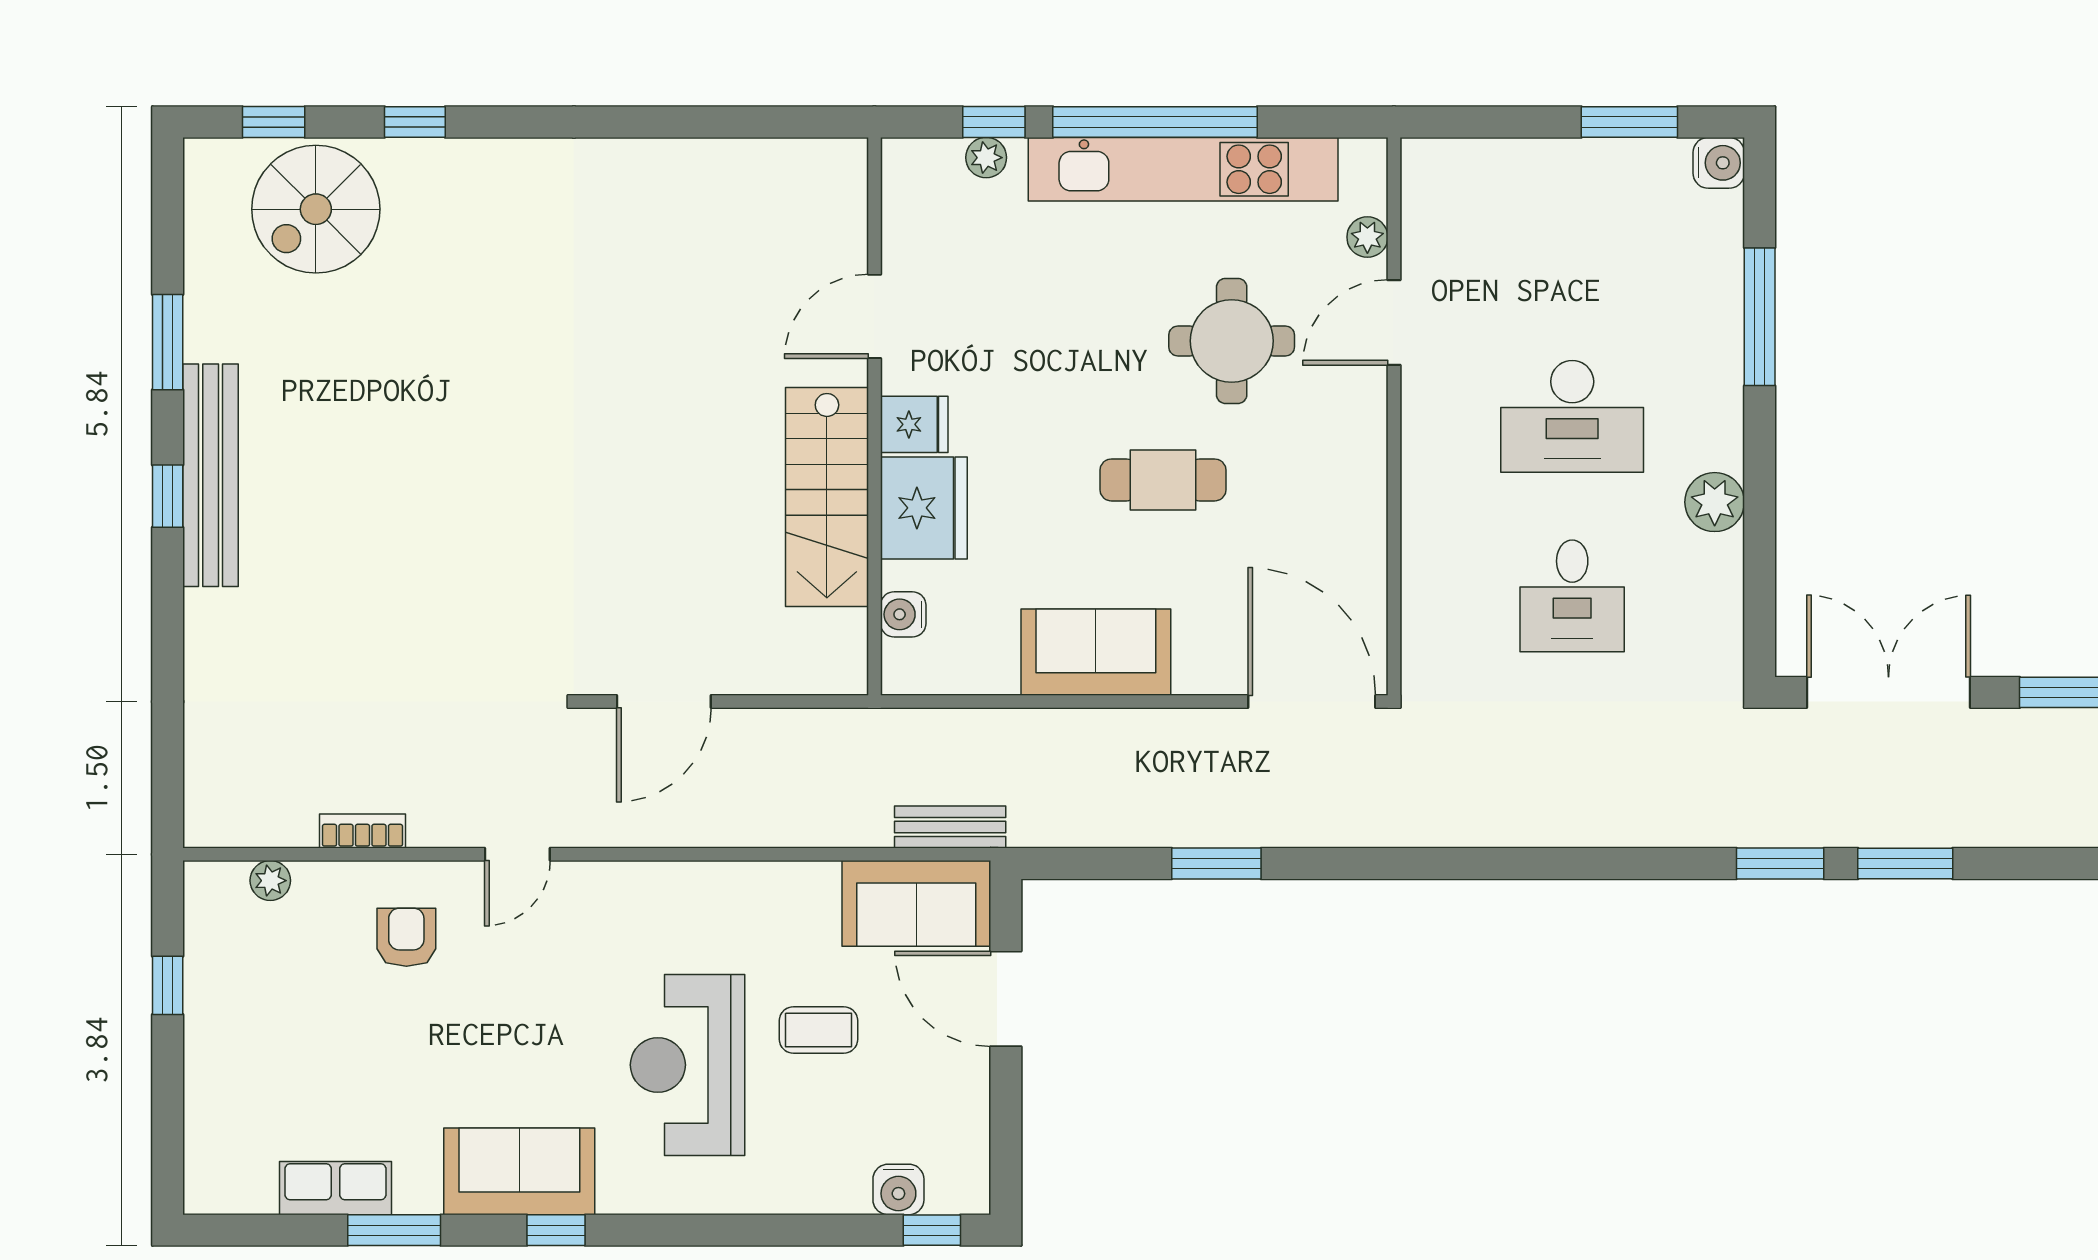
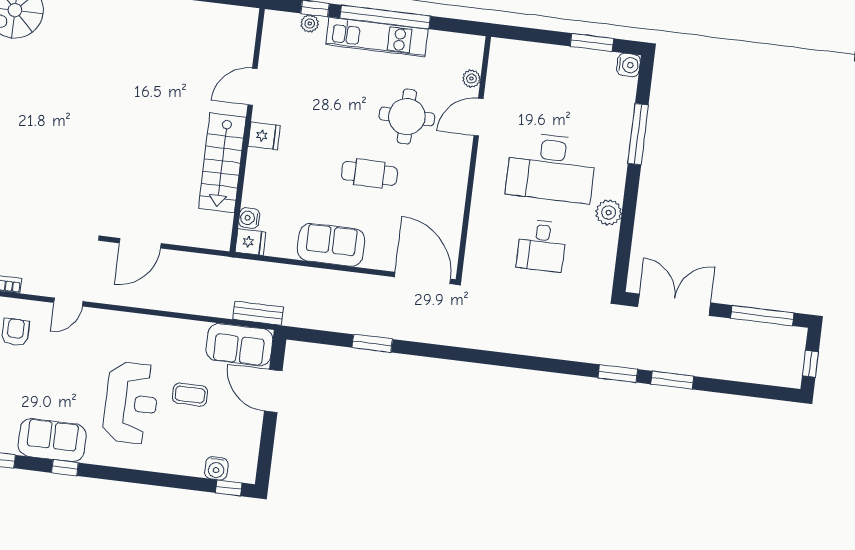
kitchen unit: (1183, 169) -> (377, 37), width x0.73
desk: (1572, 416) -> (551, 168), width x1.36, depth x1.30
fridge: (924, 508) -> (250, 242), moved, width x0.53, depth x0.75
reception desk: (688, 1065) -> (131, 403), turned 180

